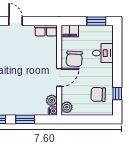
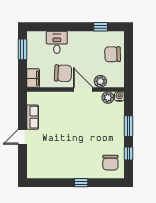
row of seats: (46, 31) -> (33, 117), moved
chair: (98, 94) -> (113, 54), moved, turned 87
plant: (67, 107) -> (100, 81), moved

